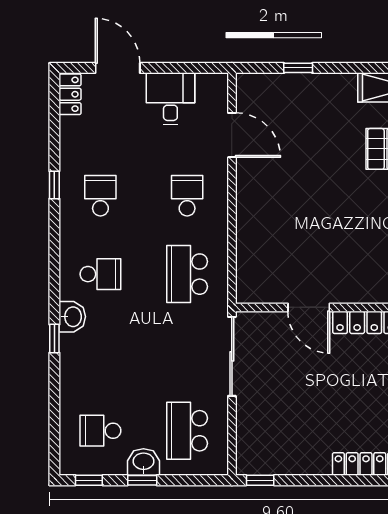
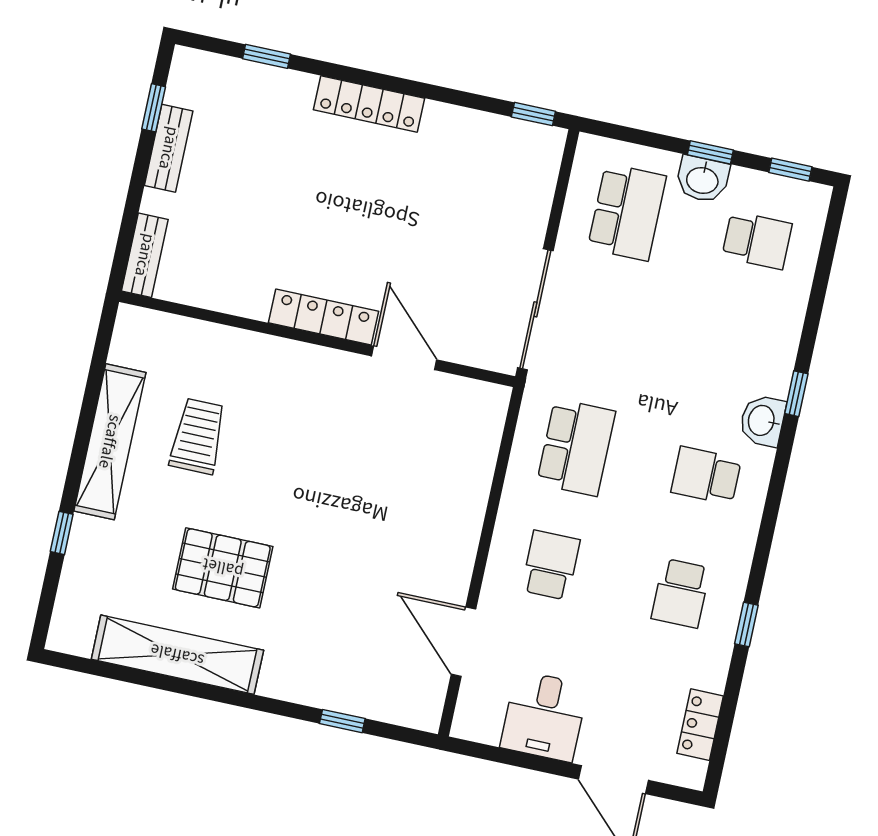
locker: (70, 94) -> (700, 725), moved
school desk: (187, 196) -> (551, 565), turned 180

